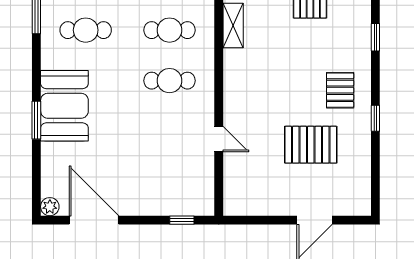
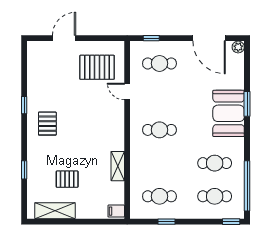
cafe table: (170, 30) -> (159, 63), moved
window: (375, 37) -> (24, 170), moved
pallet: (311, 145) -> (97, 67), moved

